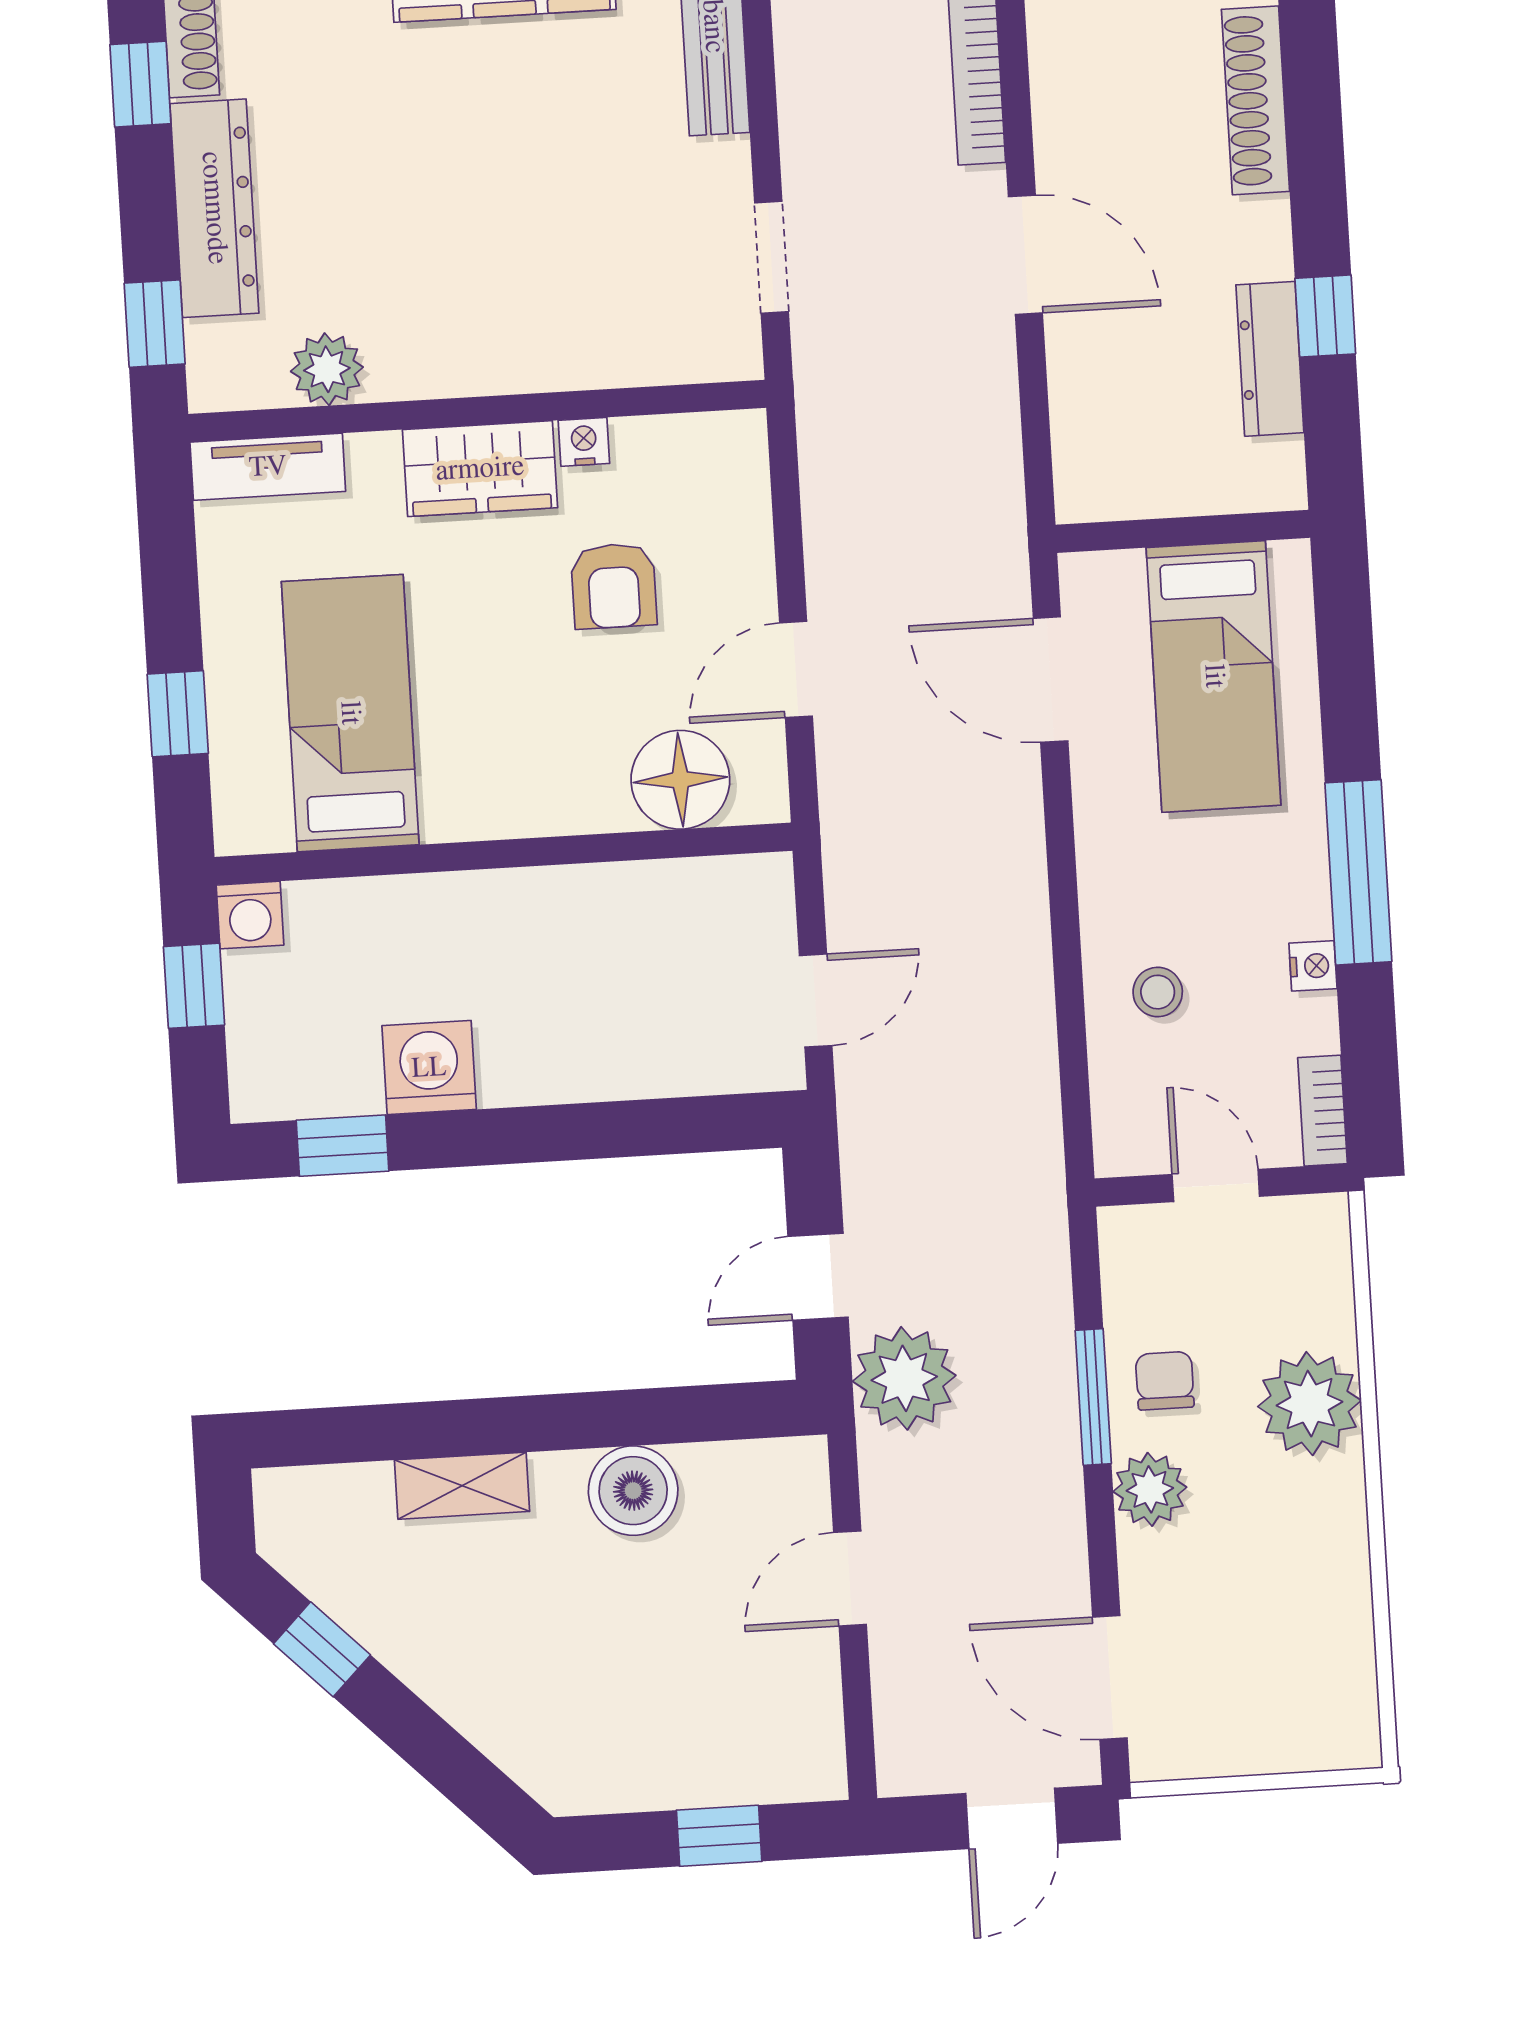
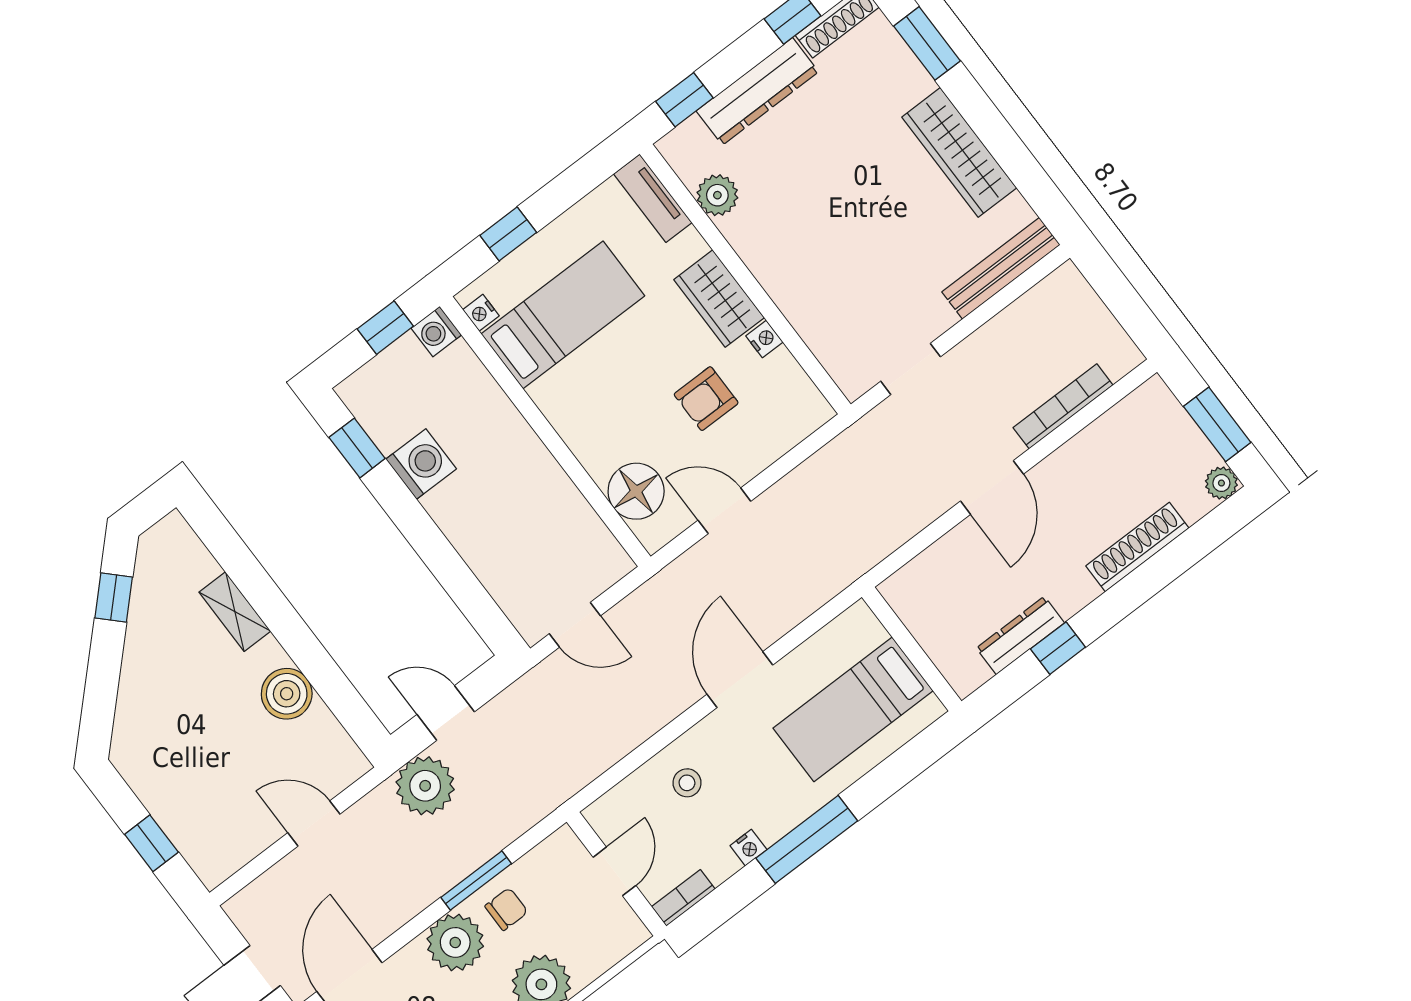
door: (1051, 680) -> (740, 680), moved
nightstand: (266, 831) -> (481, 313), added
plant: (1150, 1489) -> (455, 942), width x1.36, depth x1.36

